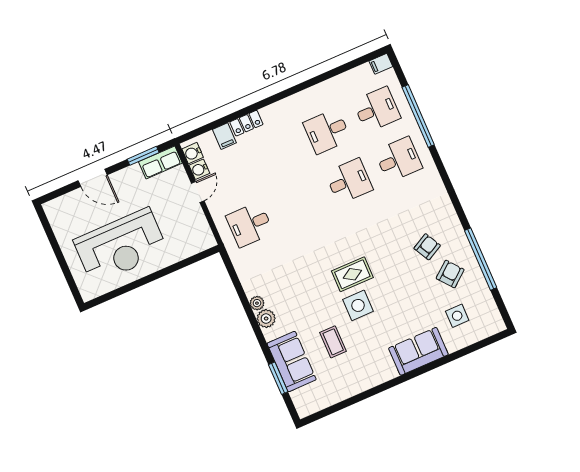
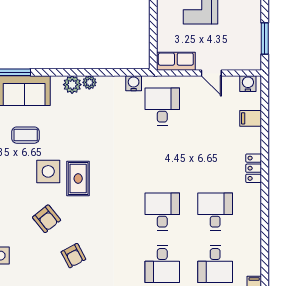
locker: (246, 123) -> (254, 168), moved
row of seats: (160, 162) -> (176, 61), moved, turned 90
water cooler: (199, 169) -> (134, 83), moved
desk: (349, 181) -> (162, 212), turned 180
armchair: (450, 274) -> (47, 219), moved

